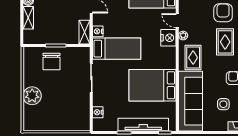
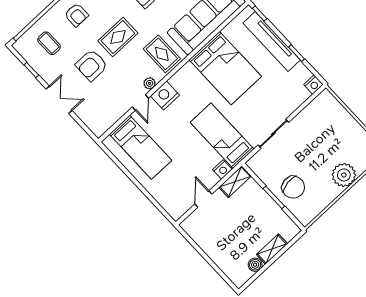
rug: (193, 58) -> (162, 54), turned 90
chair: (52, 61) -> (293, 187), turned 82
nightstand: (98, 112) -> (313, 85), moved

